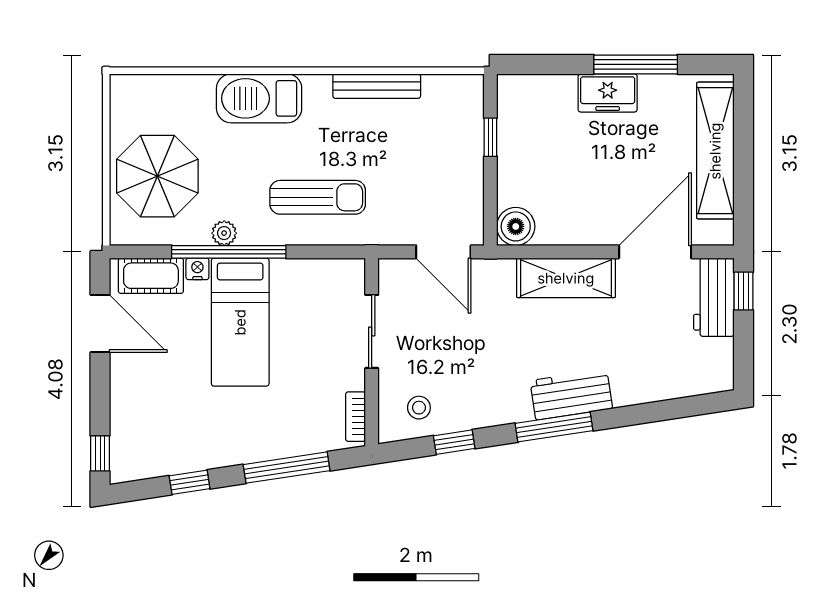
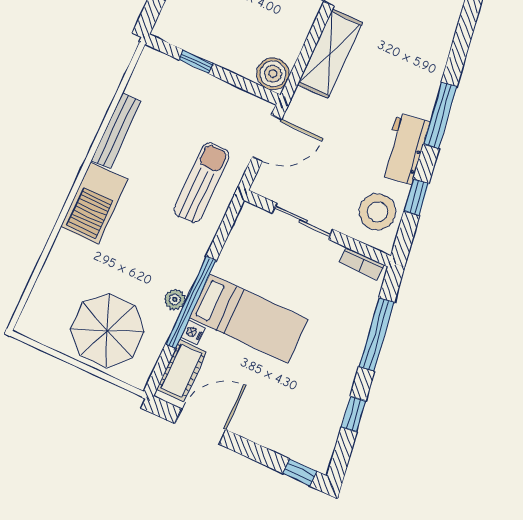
barbecue: (259, 98) -> (94, 203), moved
sun lounger: (318, 197) -> (202, 183), moved
workbench: (571, 395) -> (405, 149), moved
stool: (419, 408) -> (377, 212), width x1.89, depth x1.89

